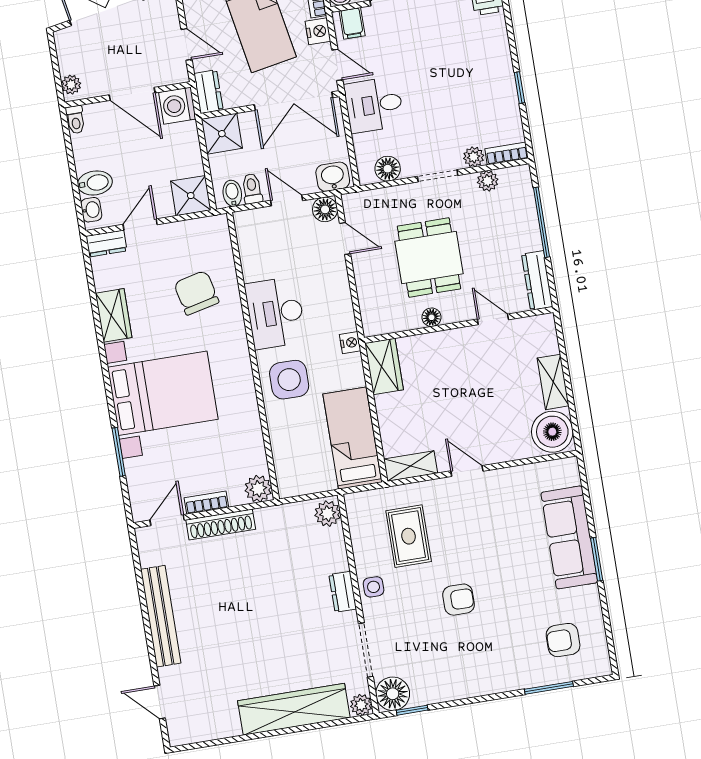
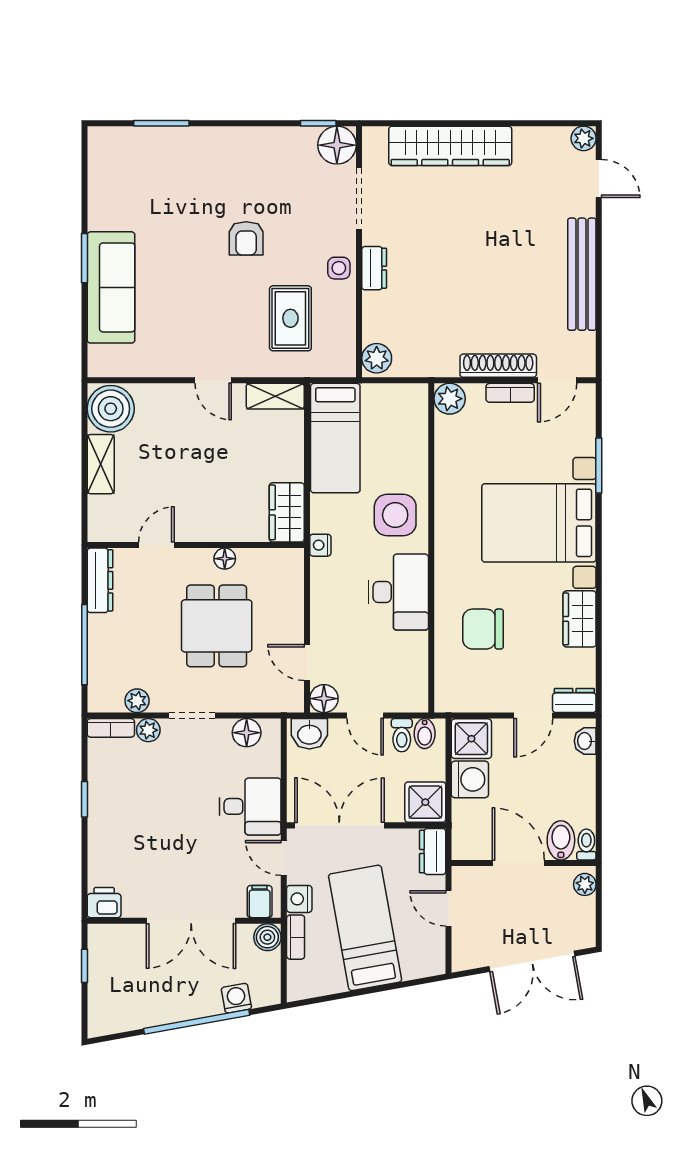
washing machine: (177, 106) -> (470, 779), moved
bidet: (95, 183) -> (561, 840), moved, turned 90
chair: (196, 293) -> (483, 629), turned 103
door: (493, 319) -> (156, 545), swing flipped
armchair: (459, 600) -> (246, 238), turned -90
armchair: (563, 640) -> (137, 174), removed
plant: (361, 705) -> (584, 138), moved

